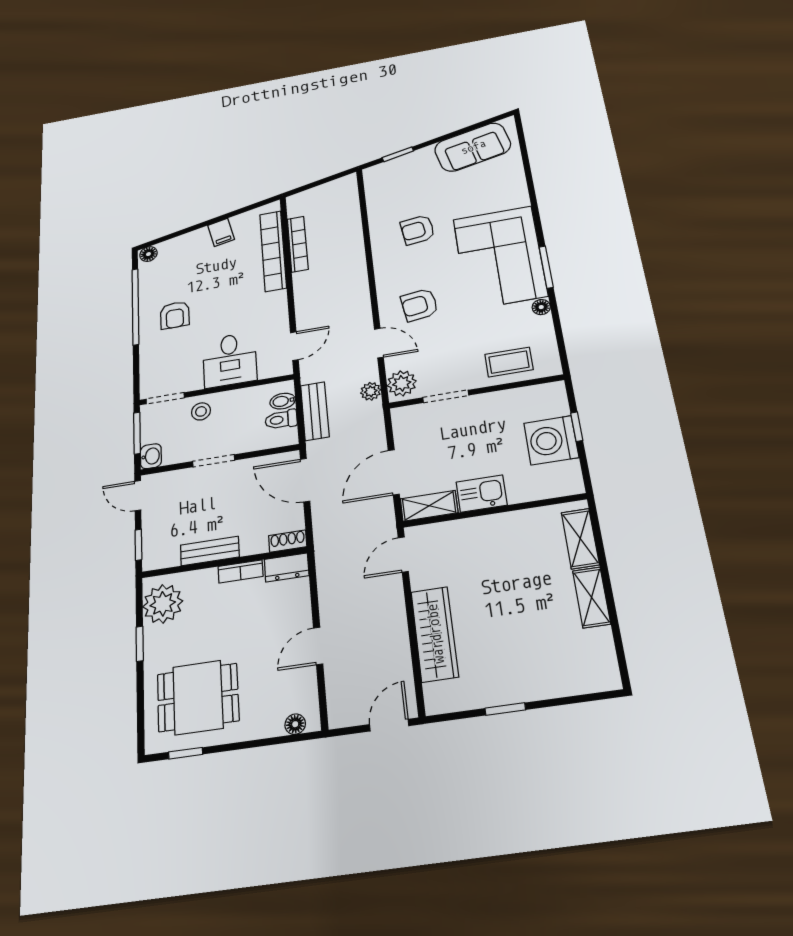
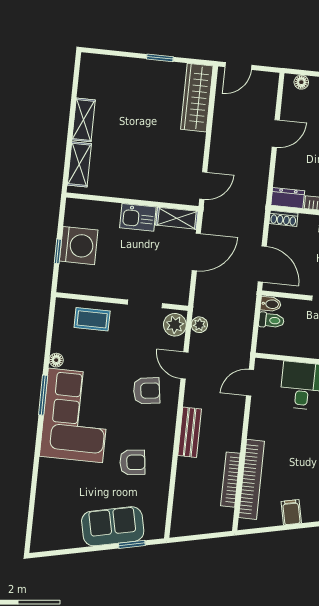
sofa: (473, 147) -> (113, 526), moved
bidet: (283, 401) -> (271, 304), moved
bench: (315, 411) -> (190, 432), moved
wardrobe: (435, 634) -> (197, 98), moved

